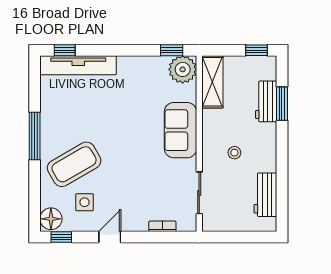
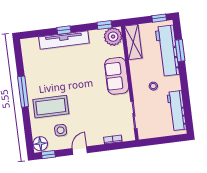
window: (65, 50) -> (64, 30), moved
tv unit: (78, 65) -> (64, 40), moved
workbench: (266, 101) -> (167, 51), width x1.87, depth x1.32
coffee table: (74, 164) -> (51, 107), turned 30
workbench: (265, 195) -> (177, 111), width x1.38

